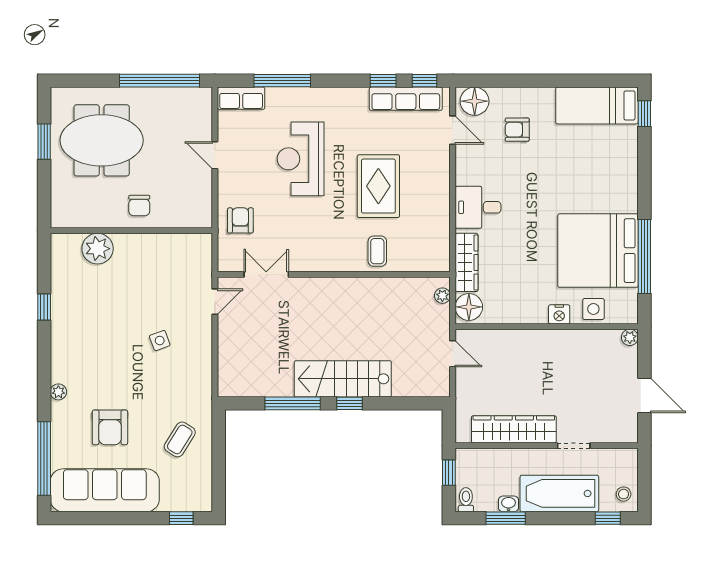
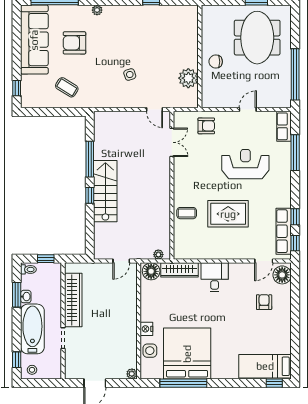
bed: (597, 105) -> (265, 366), moved, turned -90
plant: (98, 249) -> (188, 78), moved

